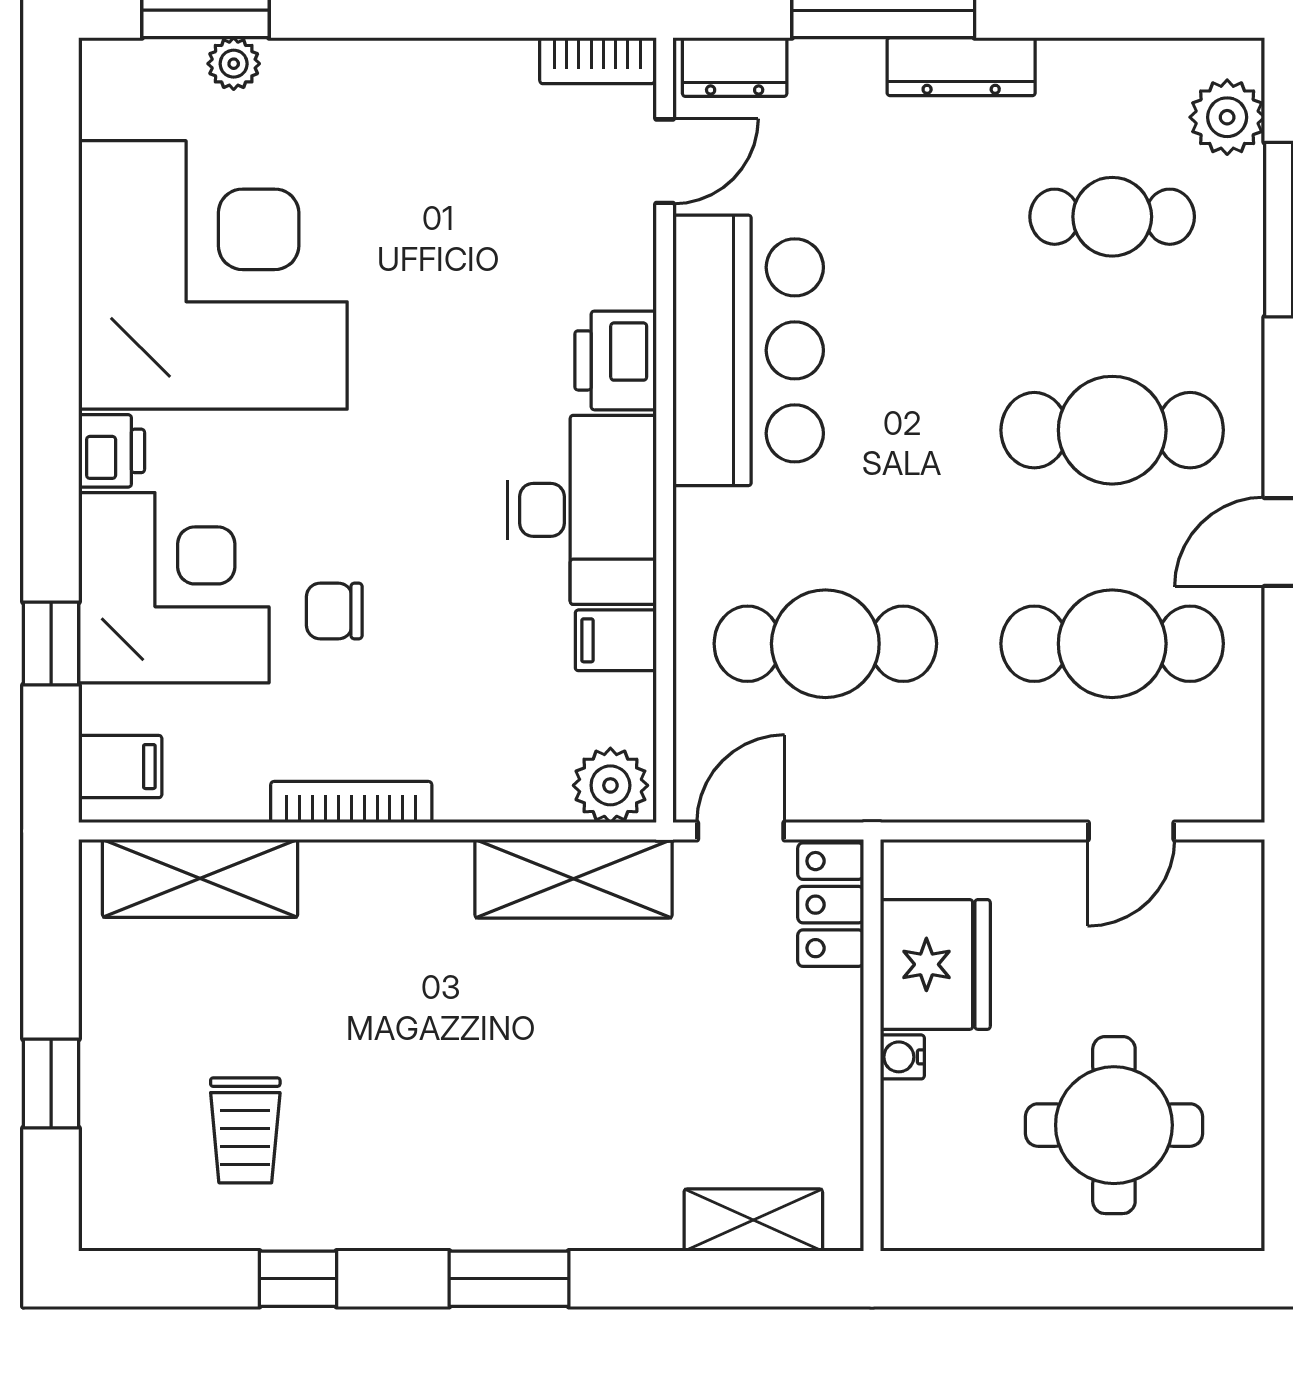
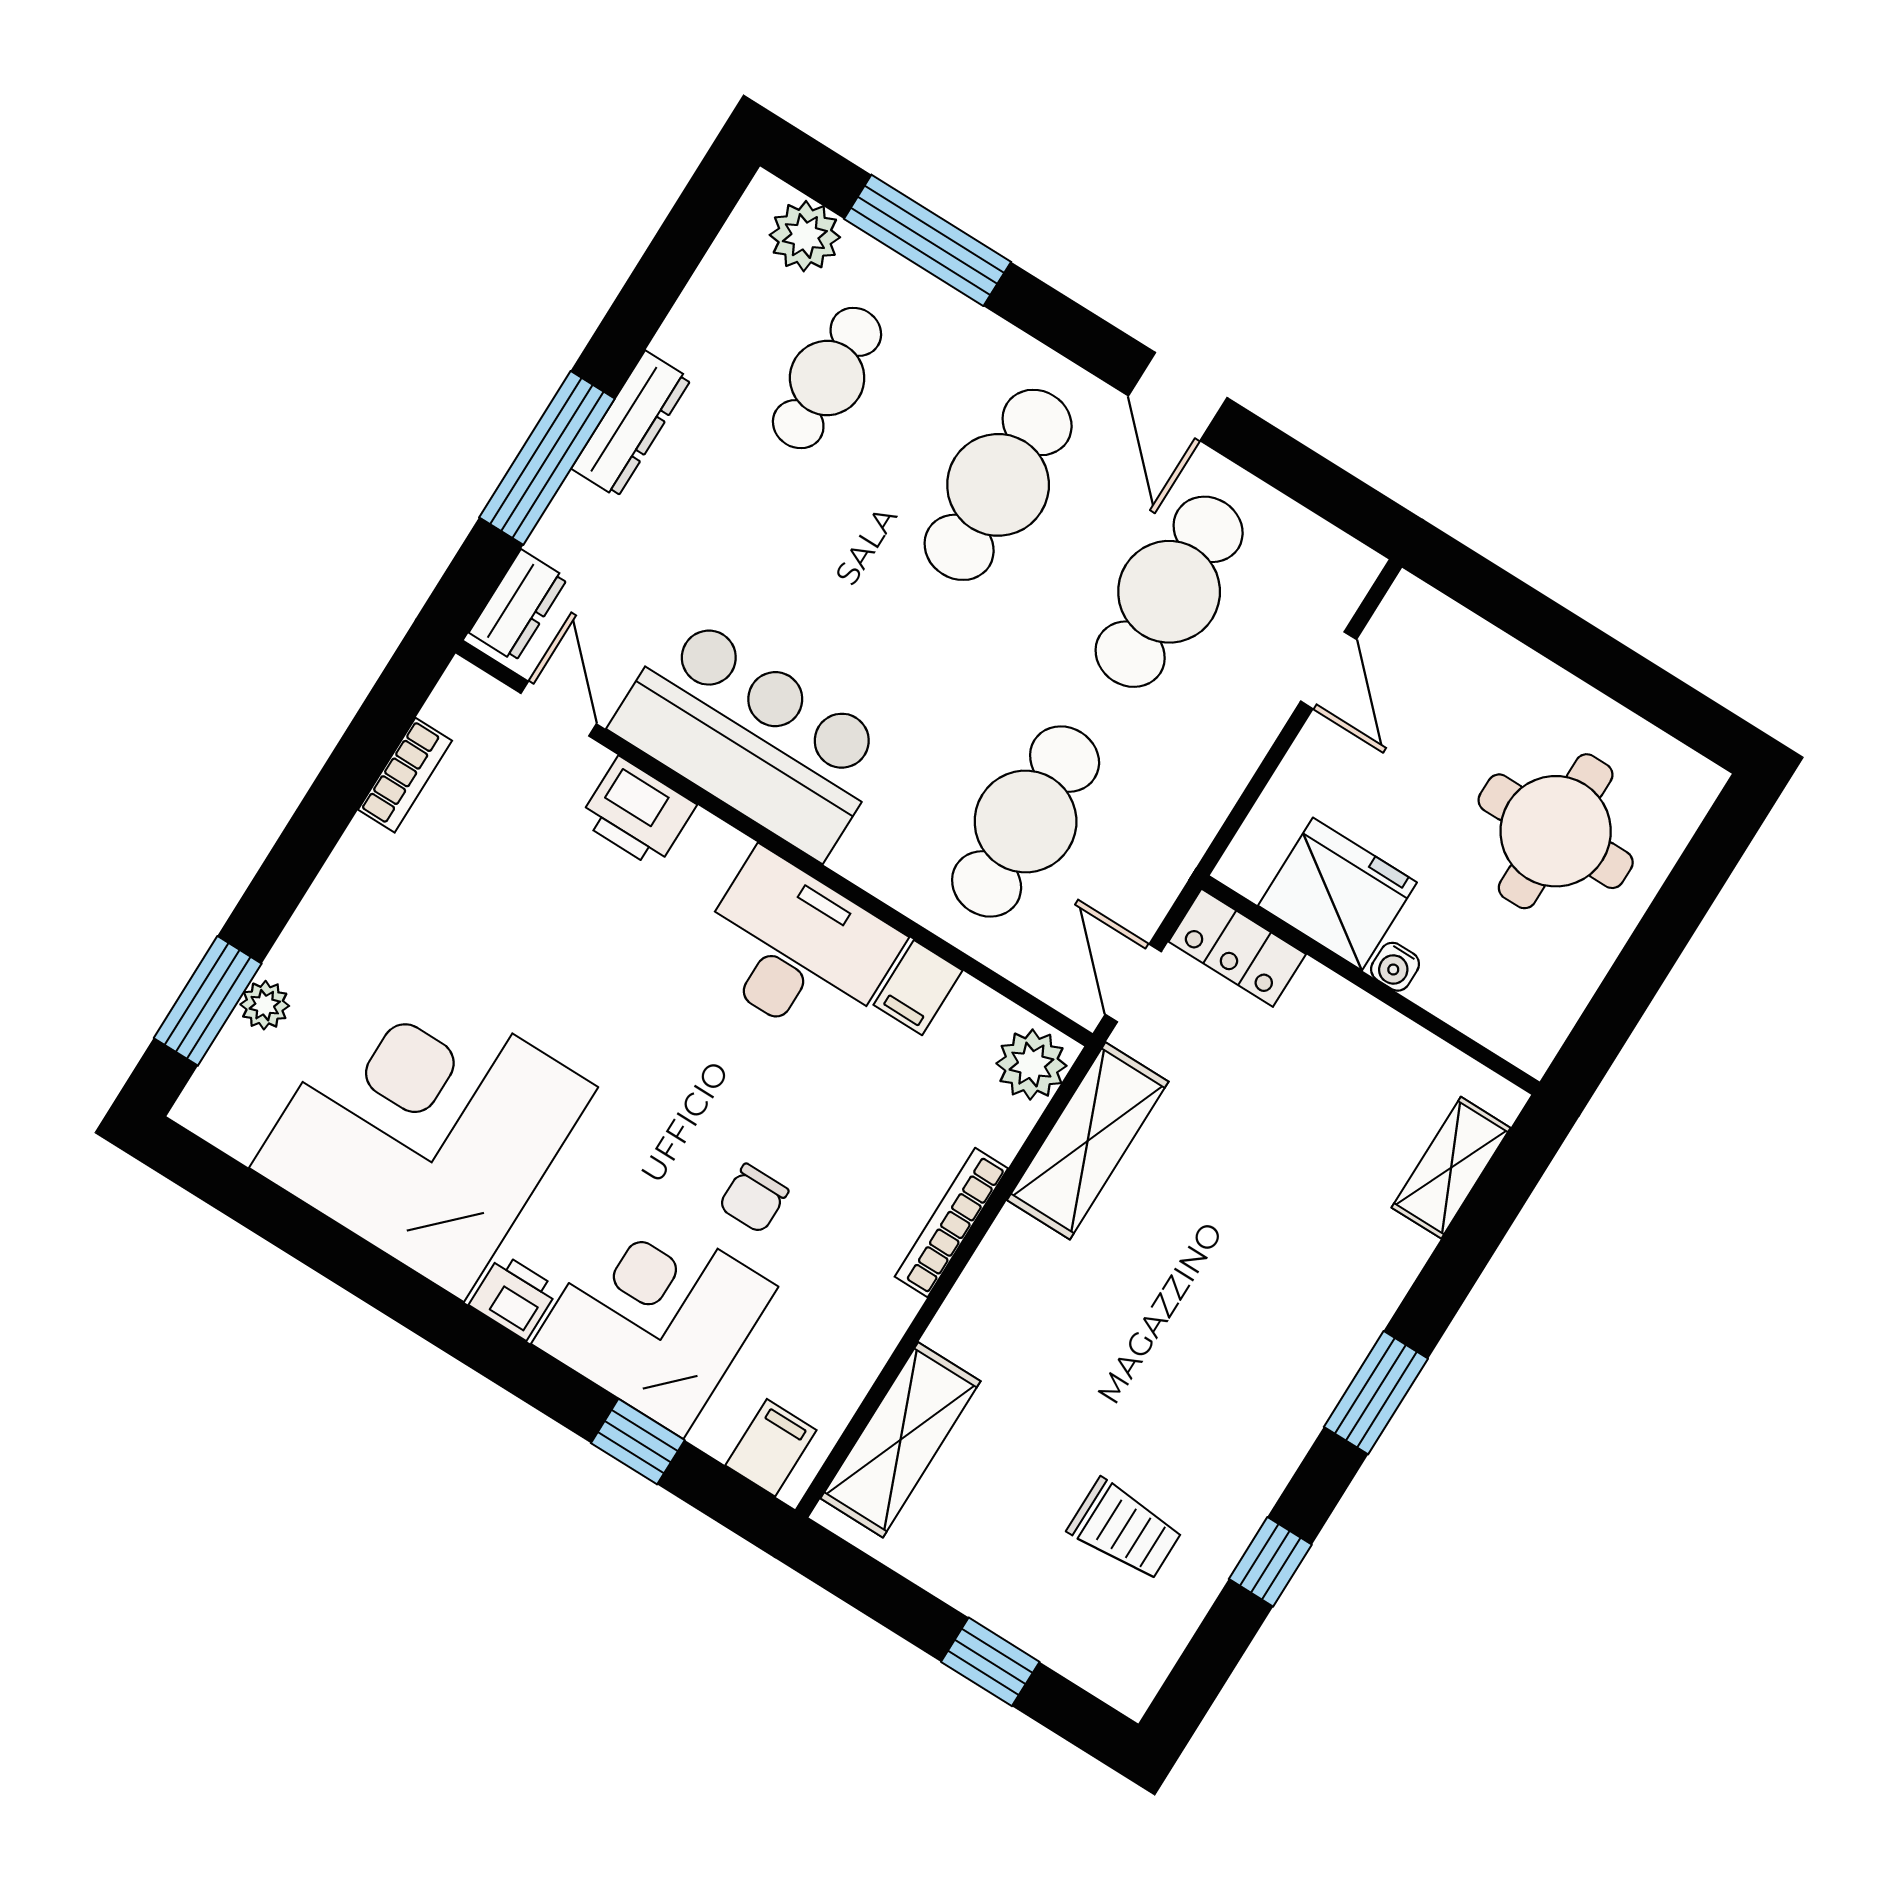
bookcase: (597, 61) -> (405, 775), moved
printer: (616, 360) -> (637, 813), moved
bookcase: (351, 802) -> (951, 1222), moved

